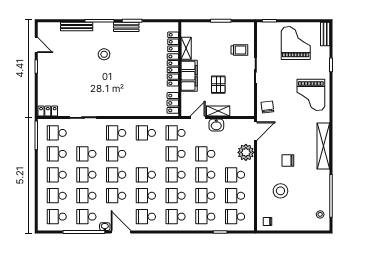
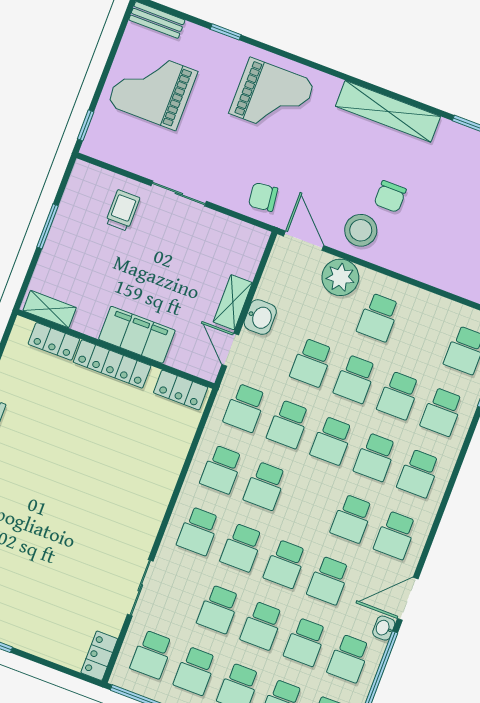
shelving: (186, 48) -> (50, 309), moved
stool: (104, 54) -> (26, 495), removed
pallet: (218, 85) -> (178, 281), removed
school desk: (146, 175) -> (265, 486), moved
stool: (280, 191) -> (361, 230), moved
school desk: (235, 196) -> (422, 334), removed

